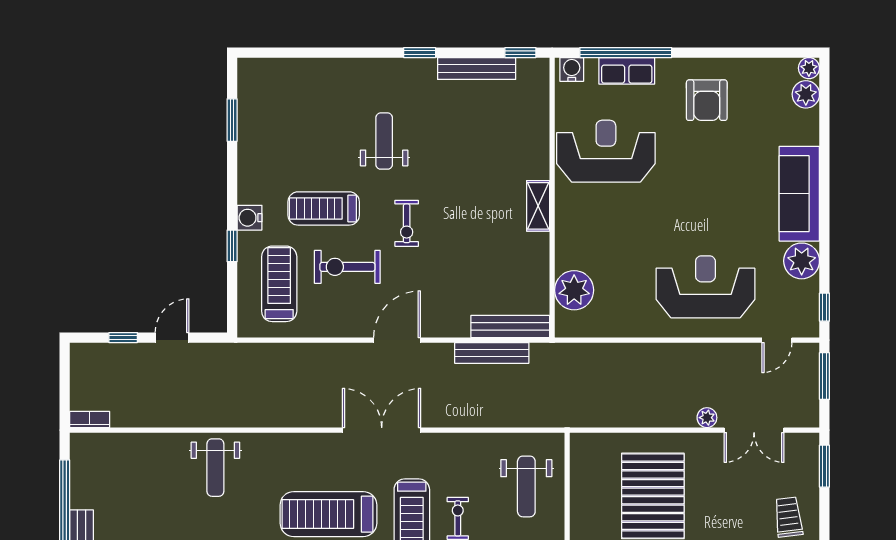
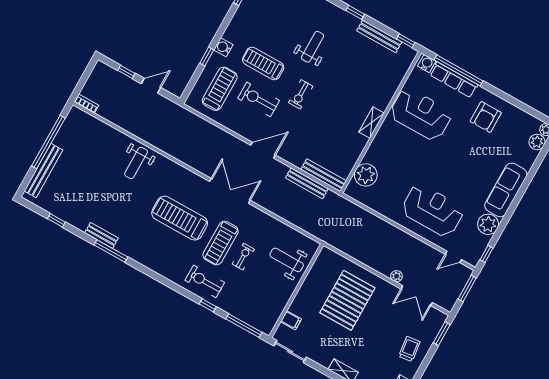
row of seats: (627, 71) -> (454, 80), width x1.48
weight bench: (526, 486) -> (287, 260), turned 90

